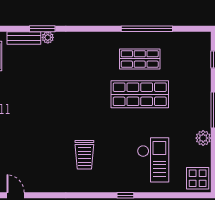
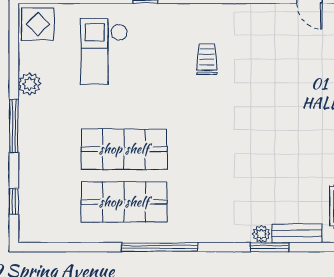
window: (147, 29) -> (160, 247), moved
shop shelf: (140, 59) -> (124, 202), width x1.43, depth x1.36
trolley: (84, 155) -> (207, 59), width x0.73, depth x0.72

